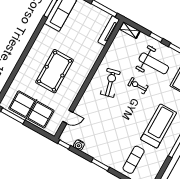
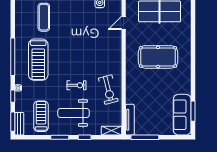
pool table: (55, 71) -> (158, 57), turned 90
exercise bike: (110, 83) -> (108, 90), moved

